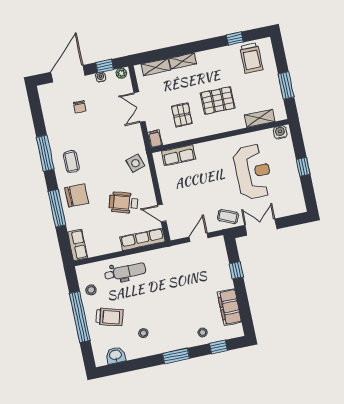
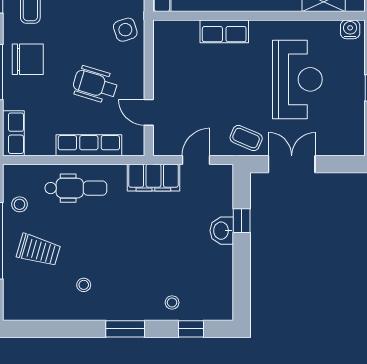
row of seats: (179, 155) -> (224, 31), moved
row of seats: (143, 239) -> (89, 145), moved
filing cabinet: (229, 307) -> (153, 178), moved, turned -90
washbasin: (116, 355) -> (222, 231), moved, turned -90

